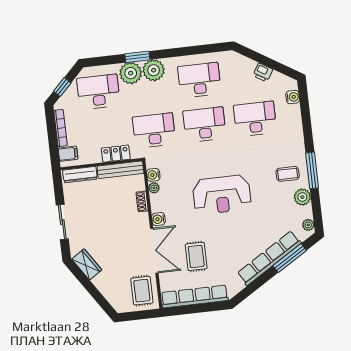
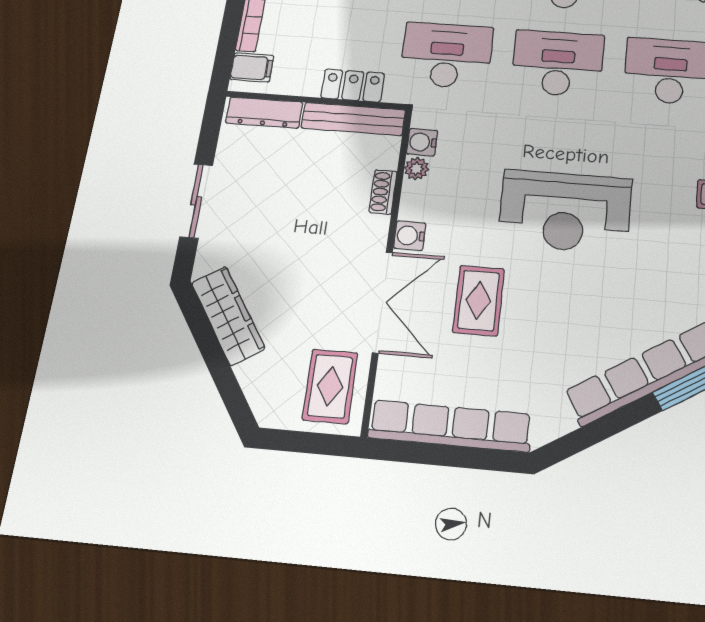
rug: (196, 256) -> (479, 301), moved
wardrobe: (87, 264) -> (228, 316), width x1.50

